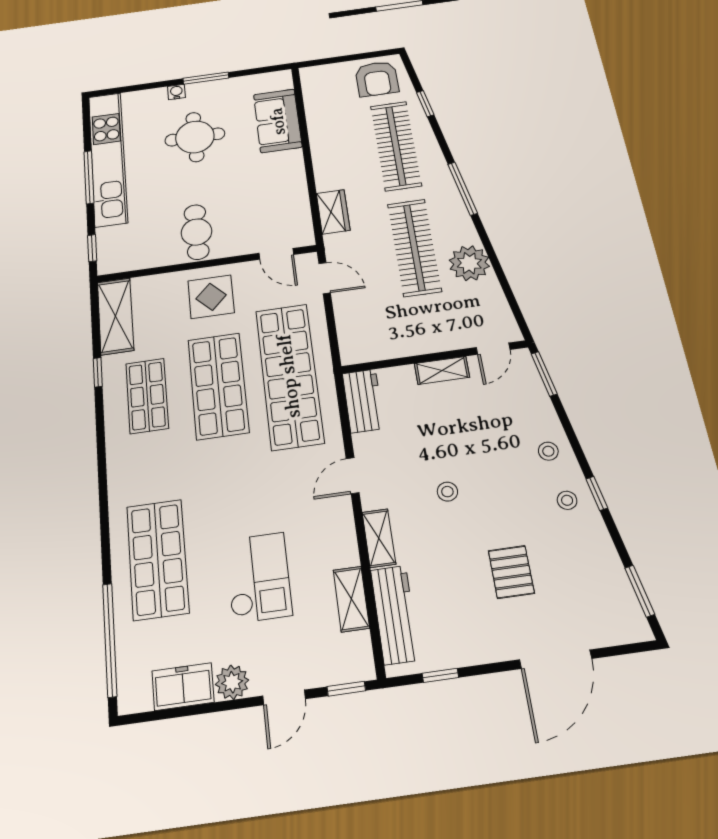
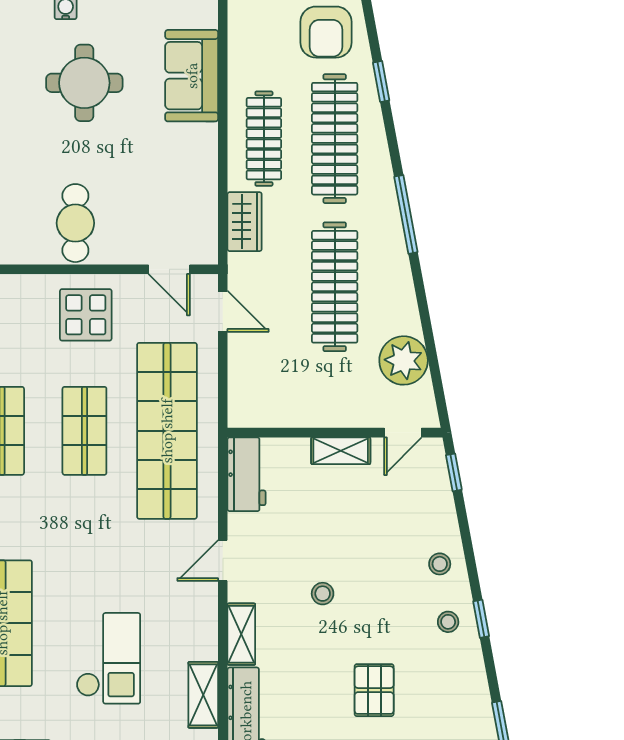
clothes rail: (340, 154) -> (264, 139), added
plant: (469, 263) -> (404, 360), moved
window: (544, 374) -> (454, 472), width x0.67
shop shelf: (218, 386) -> (84, 431), width x0.70, depth x0.74

